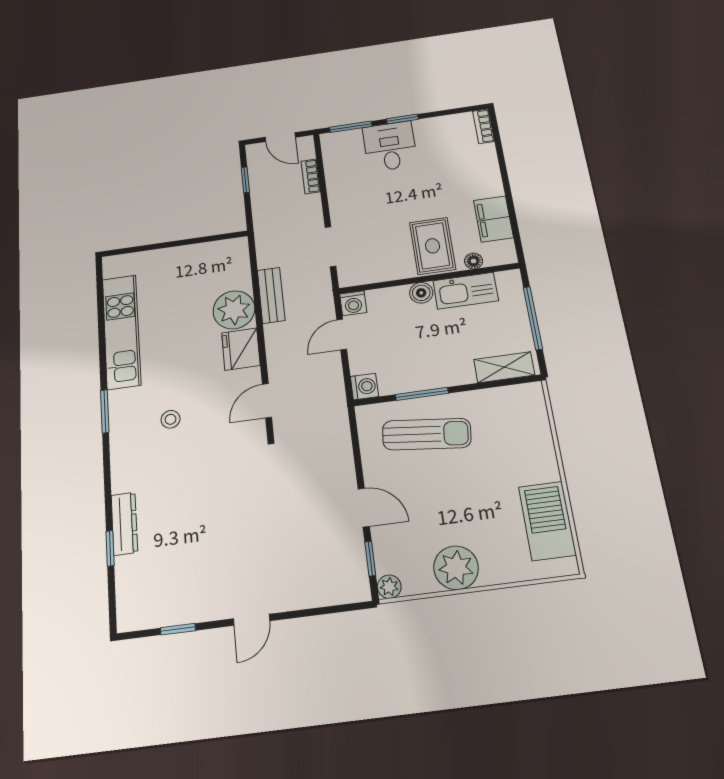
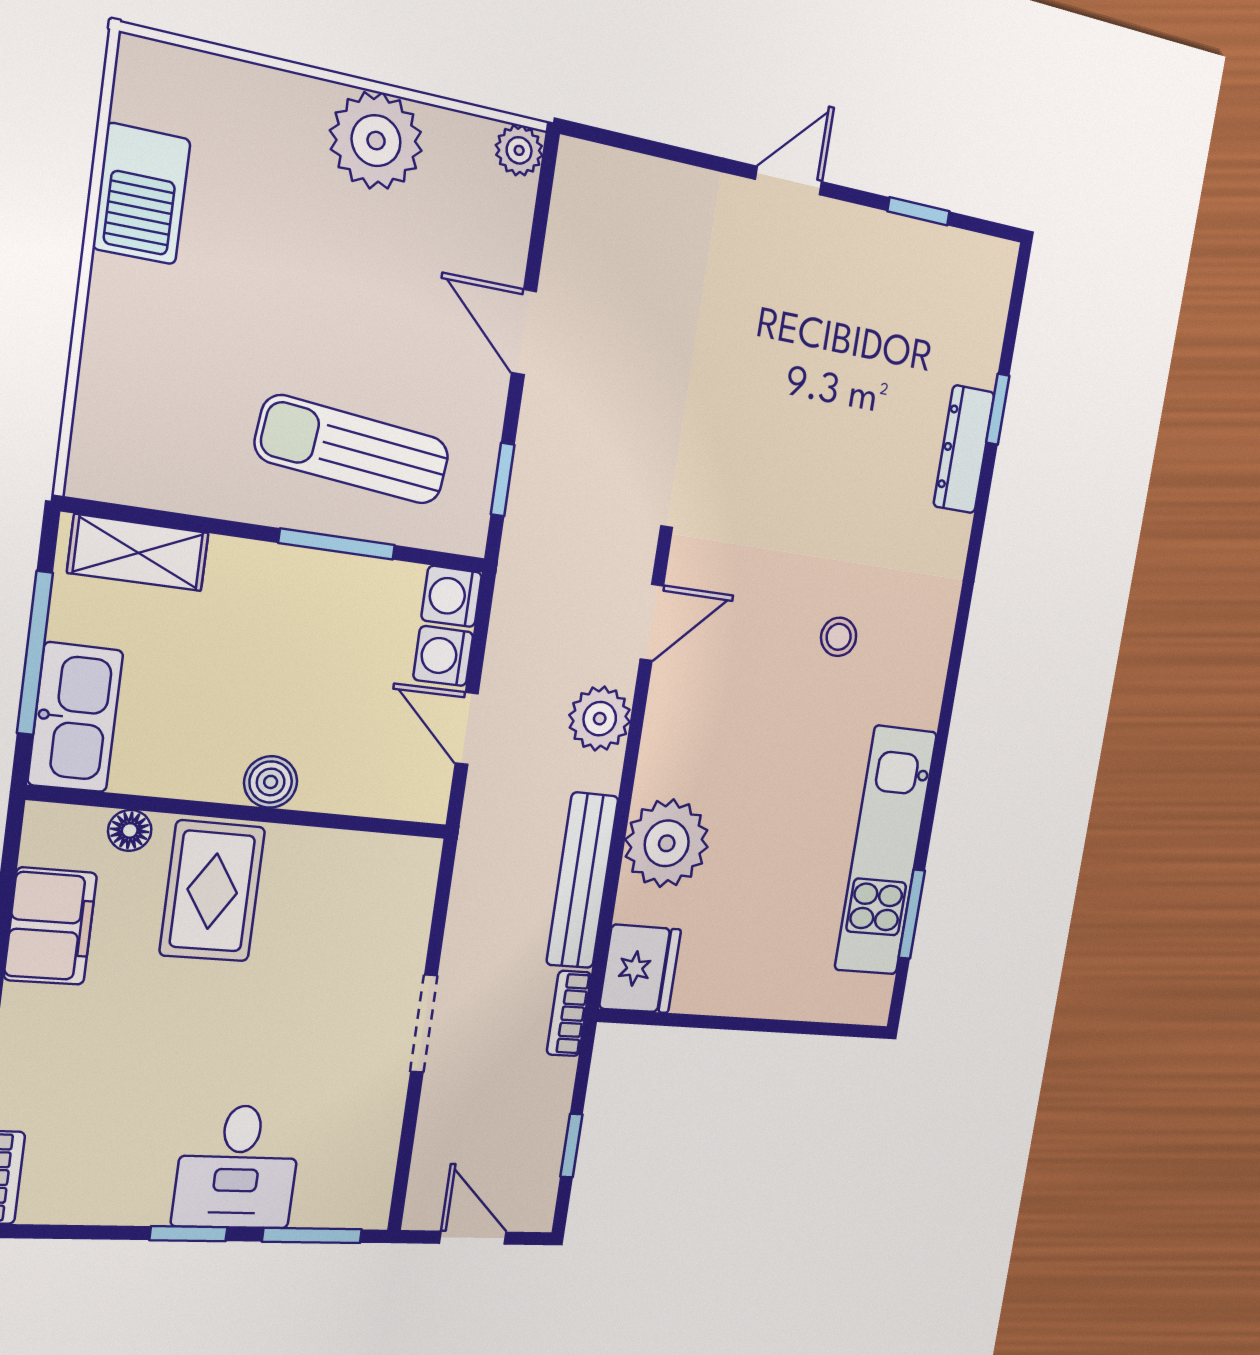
bookcase: (311, 176) -> (569, 1013), moved, turned 180
doorway: (330, 247) -> (424, 1024), moved
kitchen sink: (466, 291) -> (75, 718), moved, turned 90
bench: (271, 295) -> (582, 881), width x1.36
washing machine: (353, 303) -> (443, 656), moved, turned -90
door: (342, 335) -> (467, 729), swing flipped
fridge: (241, 349) -> (640, 969), moved
plant: (281, 354) -> (600, 719), added
window: (105, 411) -> (912, 914), moved
barbecue: (547, 521) -> (142, 194), width x0.73, depth x0.83
window: (370, 559) -> (503, 480), moved

